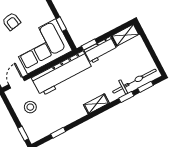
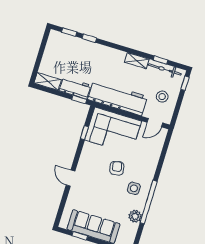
bicycle: (135, 81) -> (165, 69), moved, width x0.73, depth x0.71
shelving: (96, 104) -> (137, 61), moved

